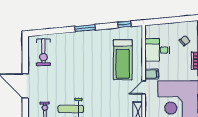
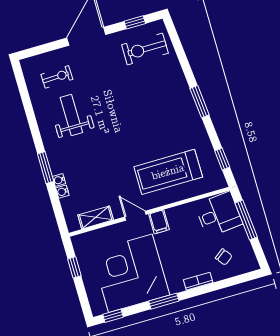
window: (166, 21) -> (246, 220), added
desk: (157, 50) -> (219, 214), moved, turned 85
window: (25, 54) -> (135, 22), added

